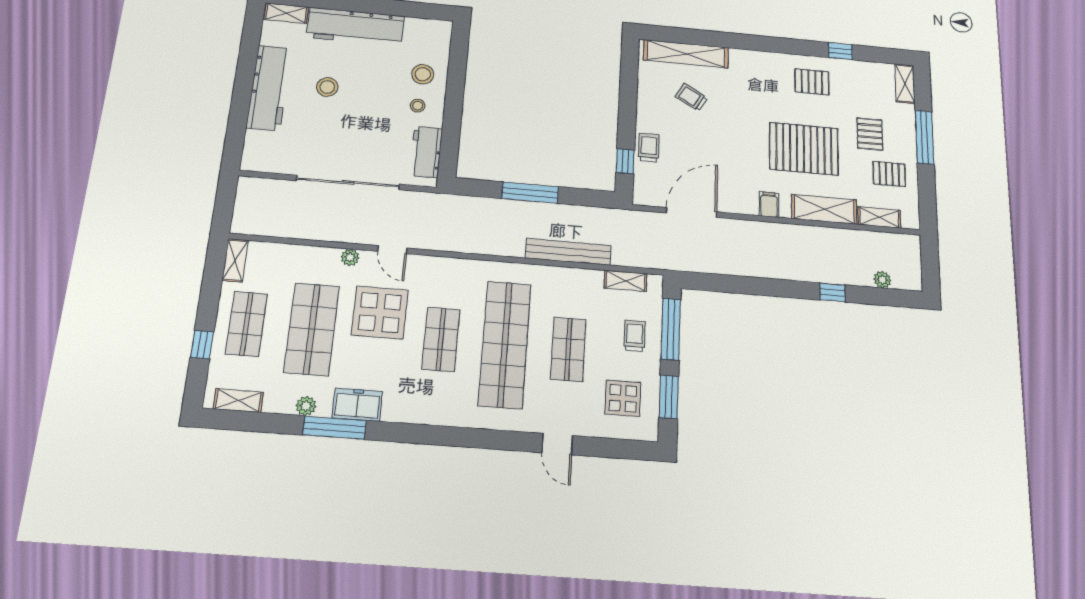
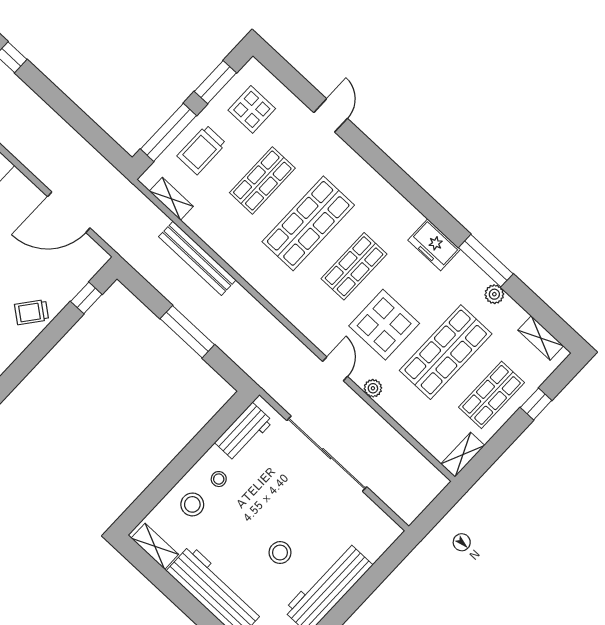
shelving: (427, 27) -> (155, 546), added
trolley: (649, 148) -> (32, 312), moved, turned 38
trolley: (635, 336) -> (202, 150), width x1.36, depth x1.39
shop shelf: (505, 344) -> (308, 223), width x0.71
freezer: (357, 405) -> (434, 245), moved

